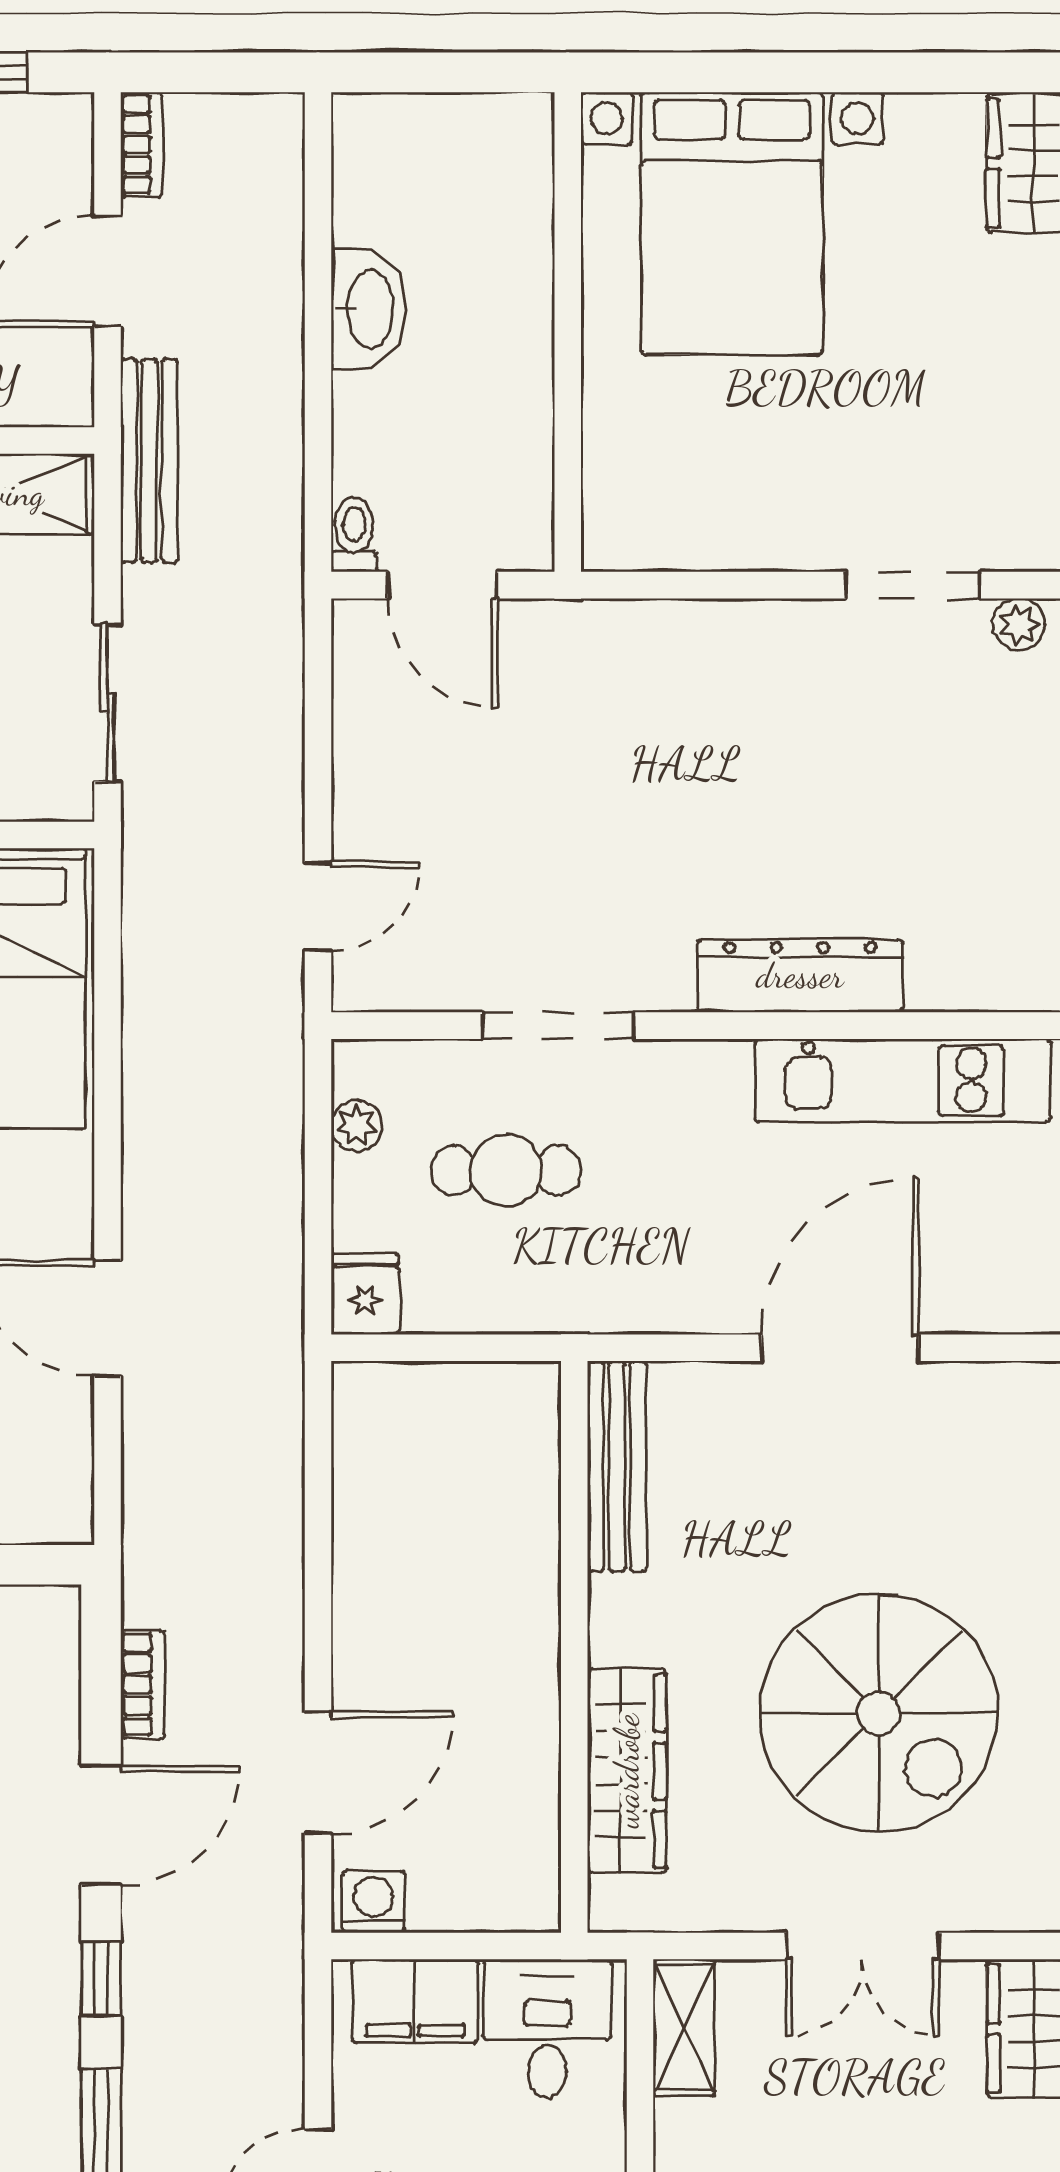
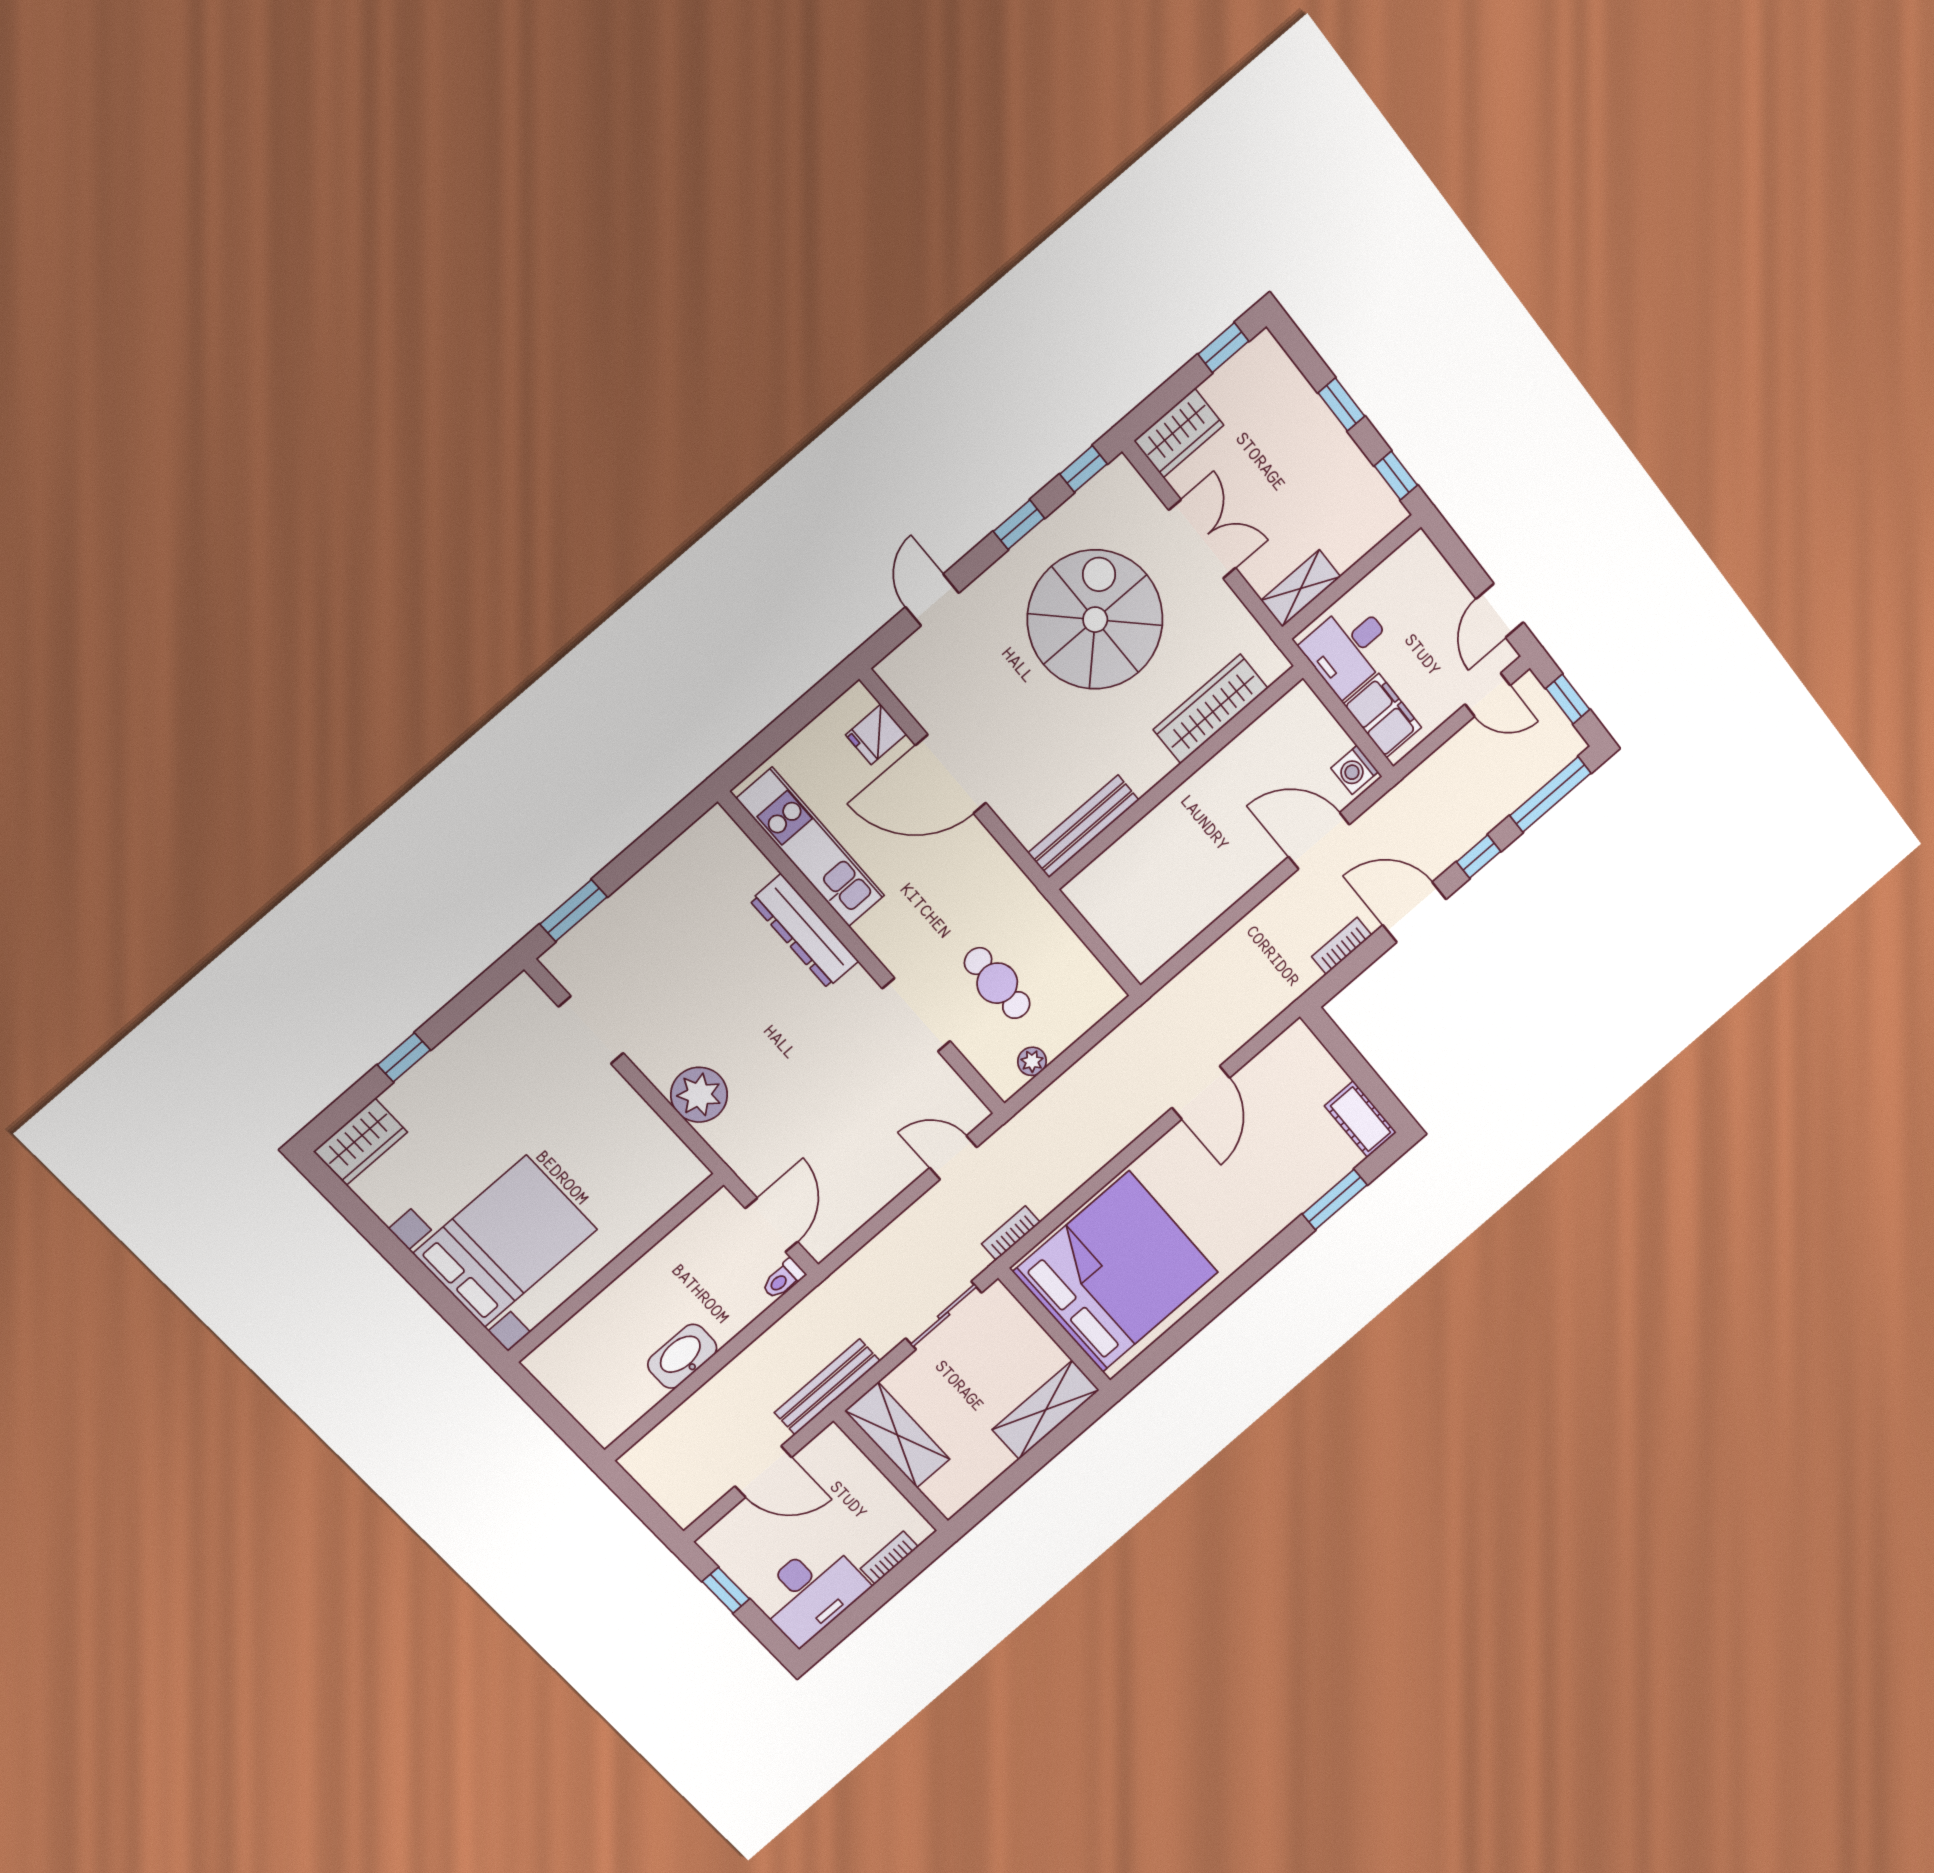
bookcase: (142, 145) -> (1011, 1233), moved
plant: (1019, 624) -> (699, 1095), moved, width x1.88, depth x1.88
fridge: (365, 1294) -> (876, 734), moved

